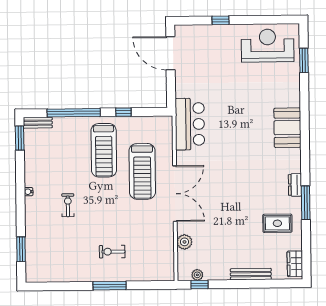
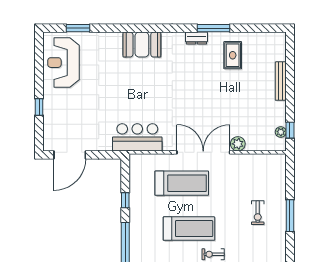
treadmill: (104, 150) -> (189, 229), moved
plant: (184, 242) -> (238, 144), moved
wardrobe: (295, 264) -> (271, 39), removed

